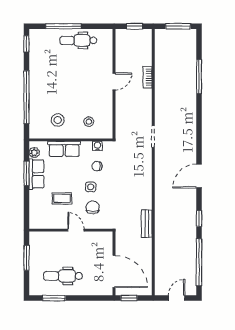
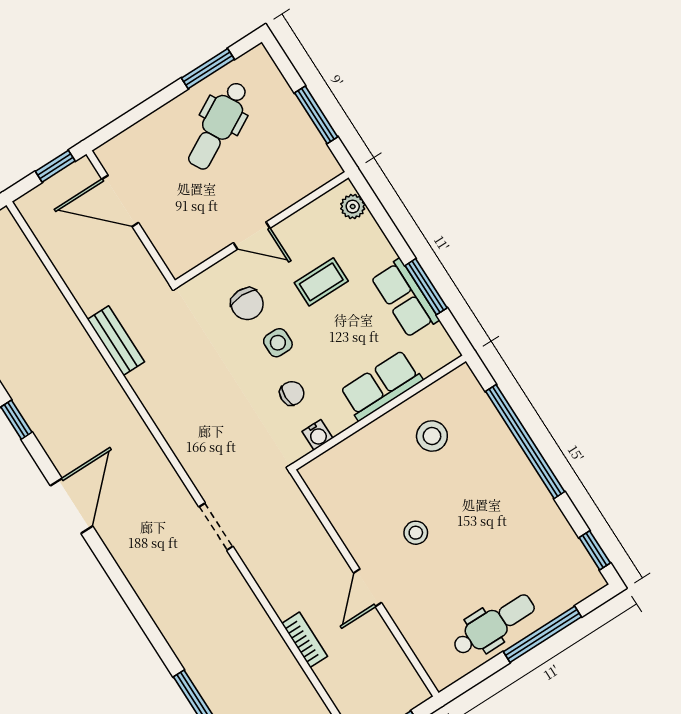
stool: (89, 122) -> (416, 533), moved
plant: (34, 152) -> (353, 207), moved
door: (114, 272) -> (120, 201), width x0.73
dental chair: (63, 276) -> (218, 125), turned 151

